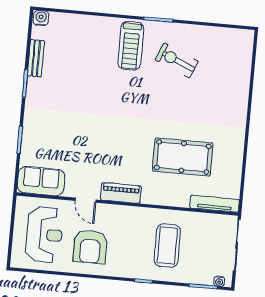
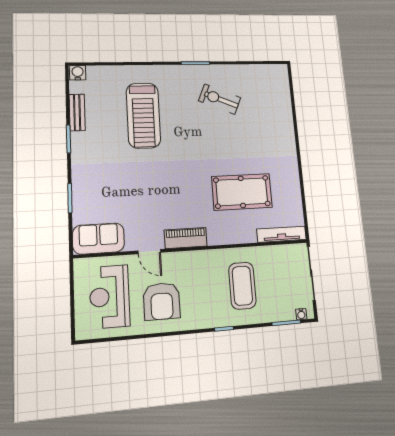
treadmill: (131, 46) -> (143, 115), moved, width x1.37, depth x1.38
reception desk: (44, 235) -> (110, 297), turned 180

